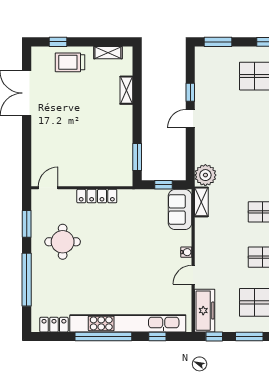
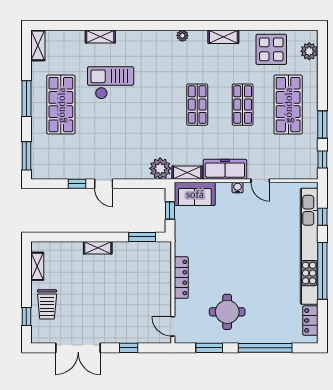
shelving: (126, 90) -> (98, 248), moved
window: (27, 144) -> (129, 348), added
freezer: (205, 311) -> (225, 169), moved

